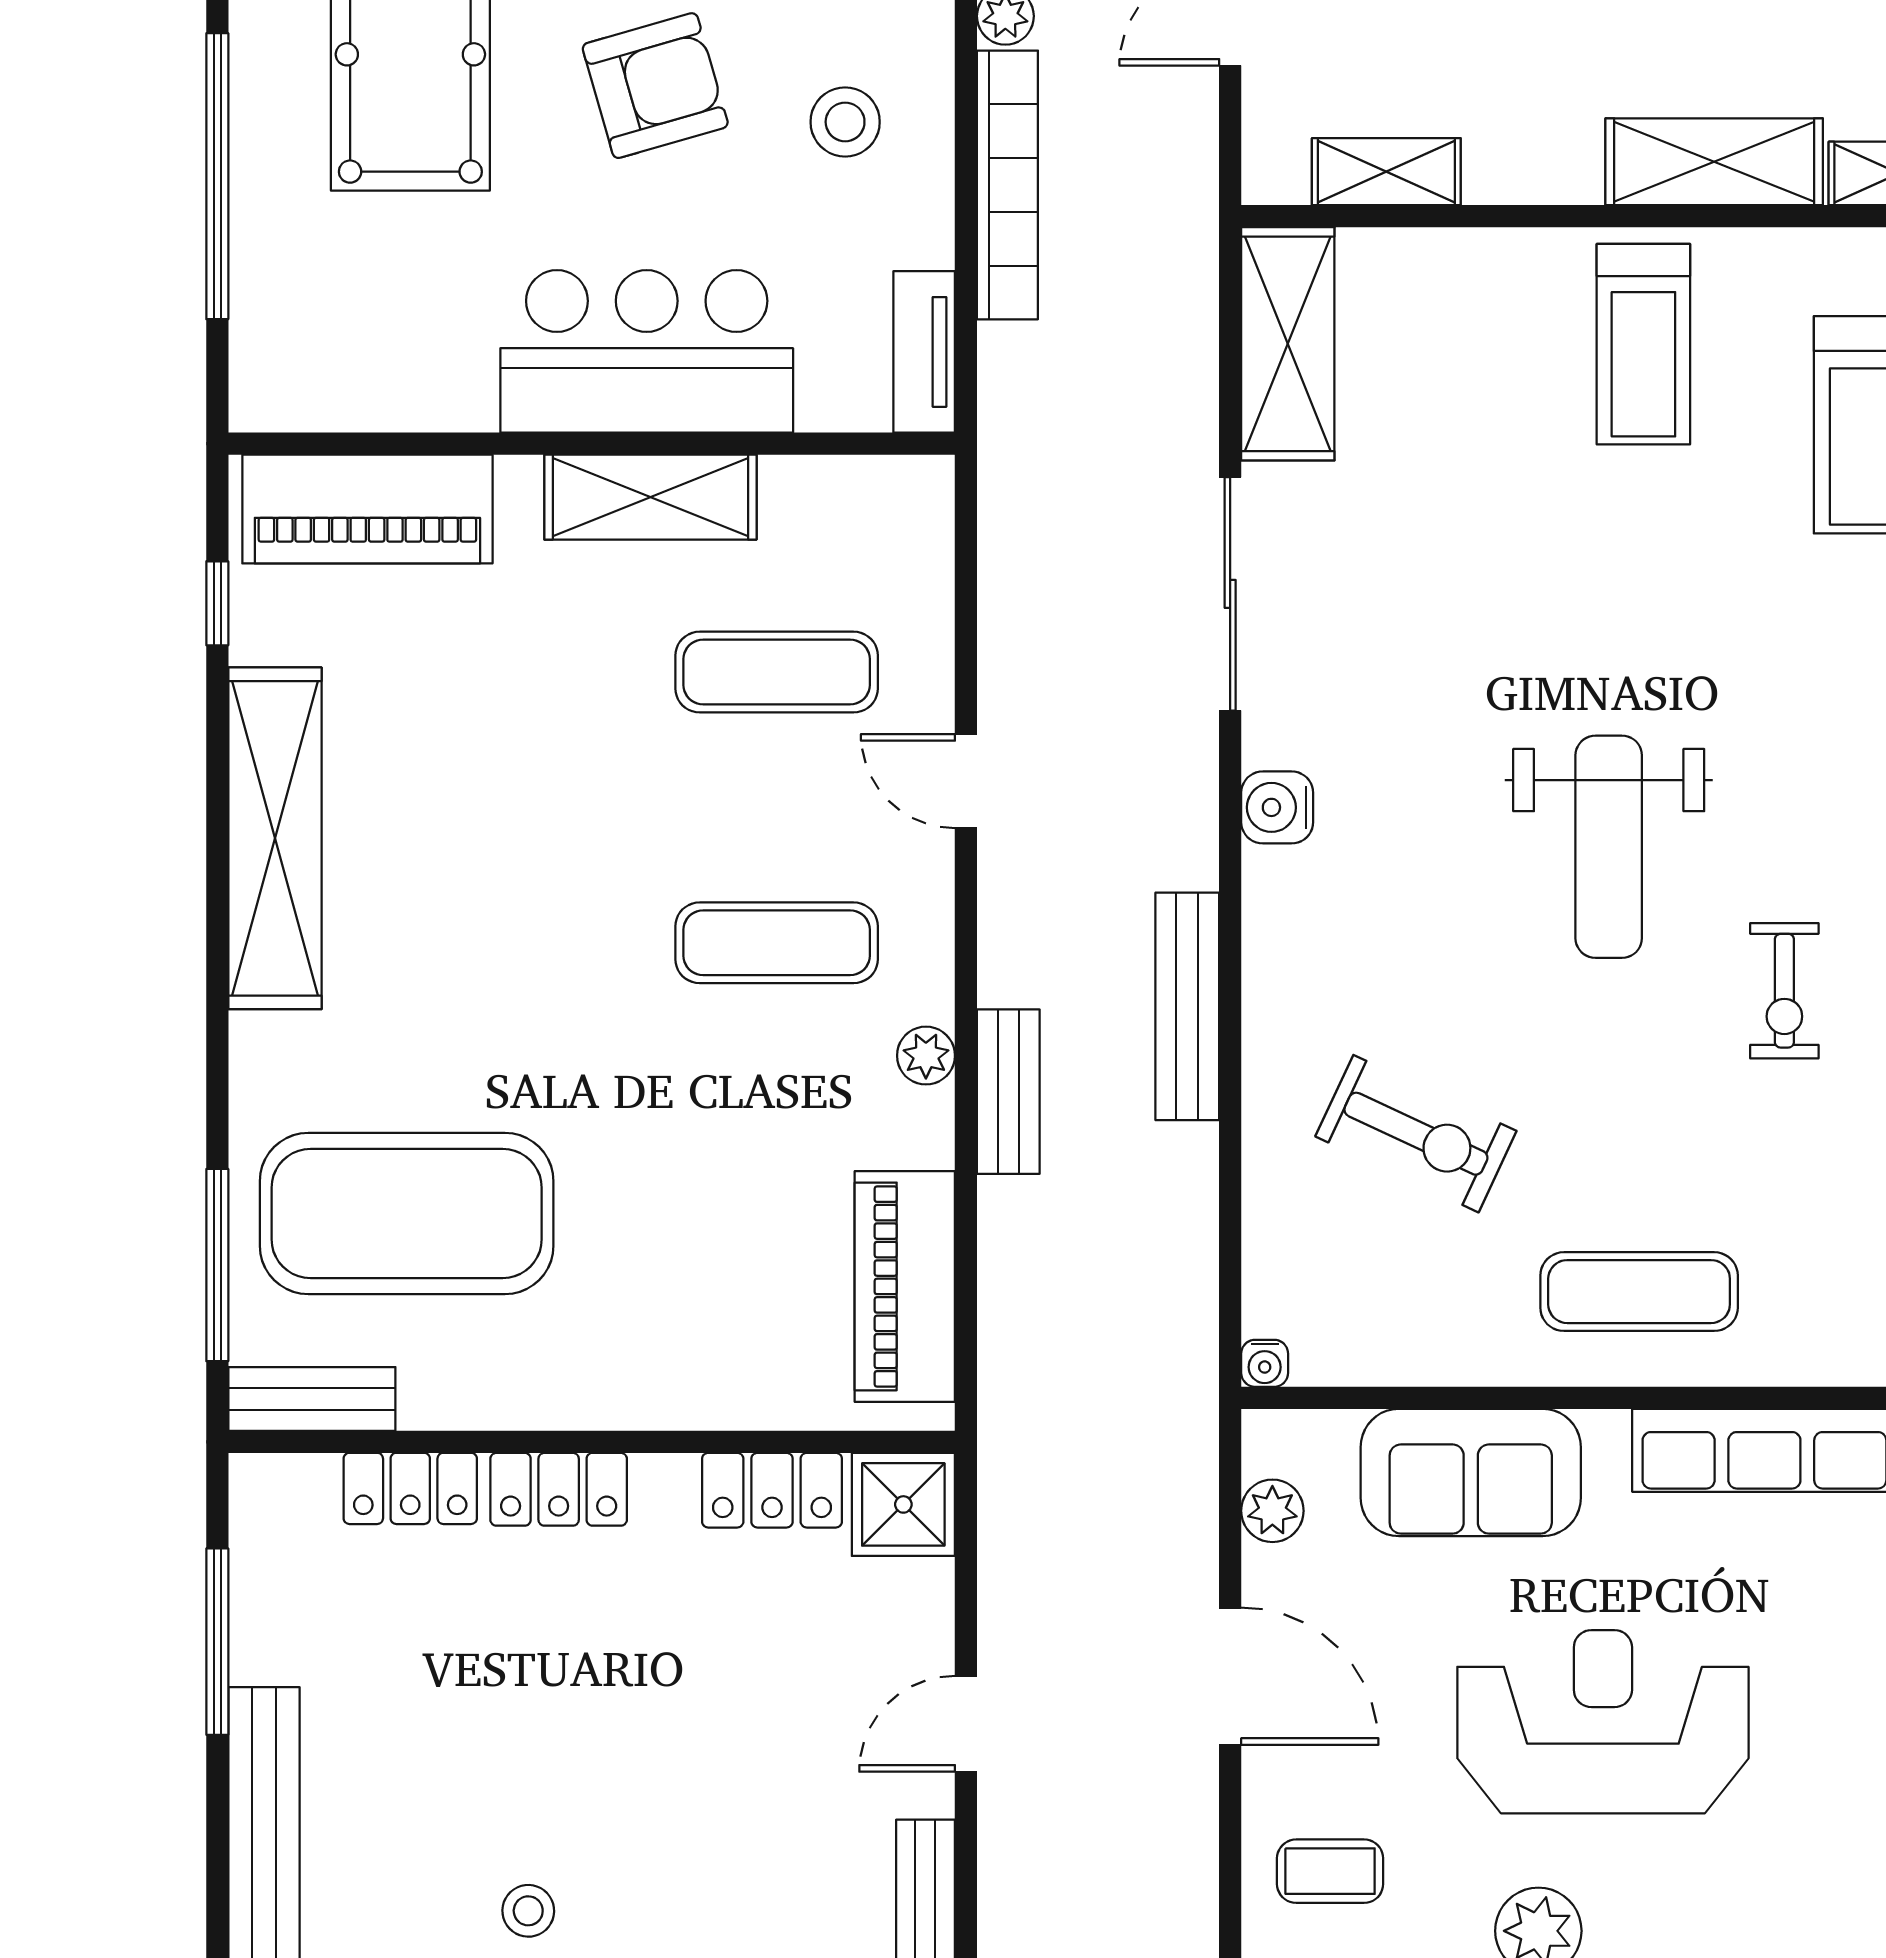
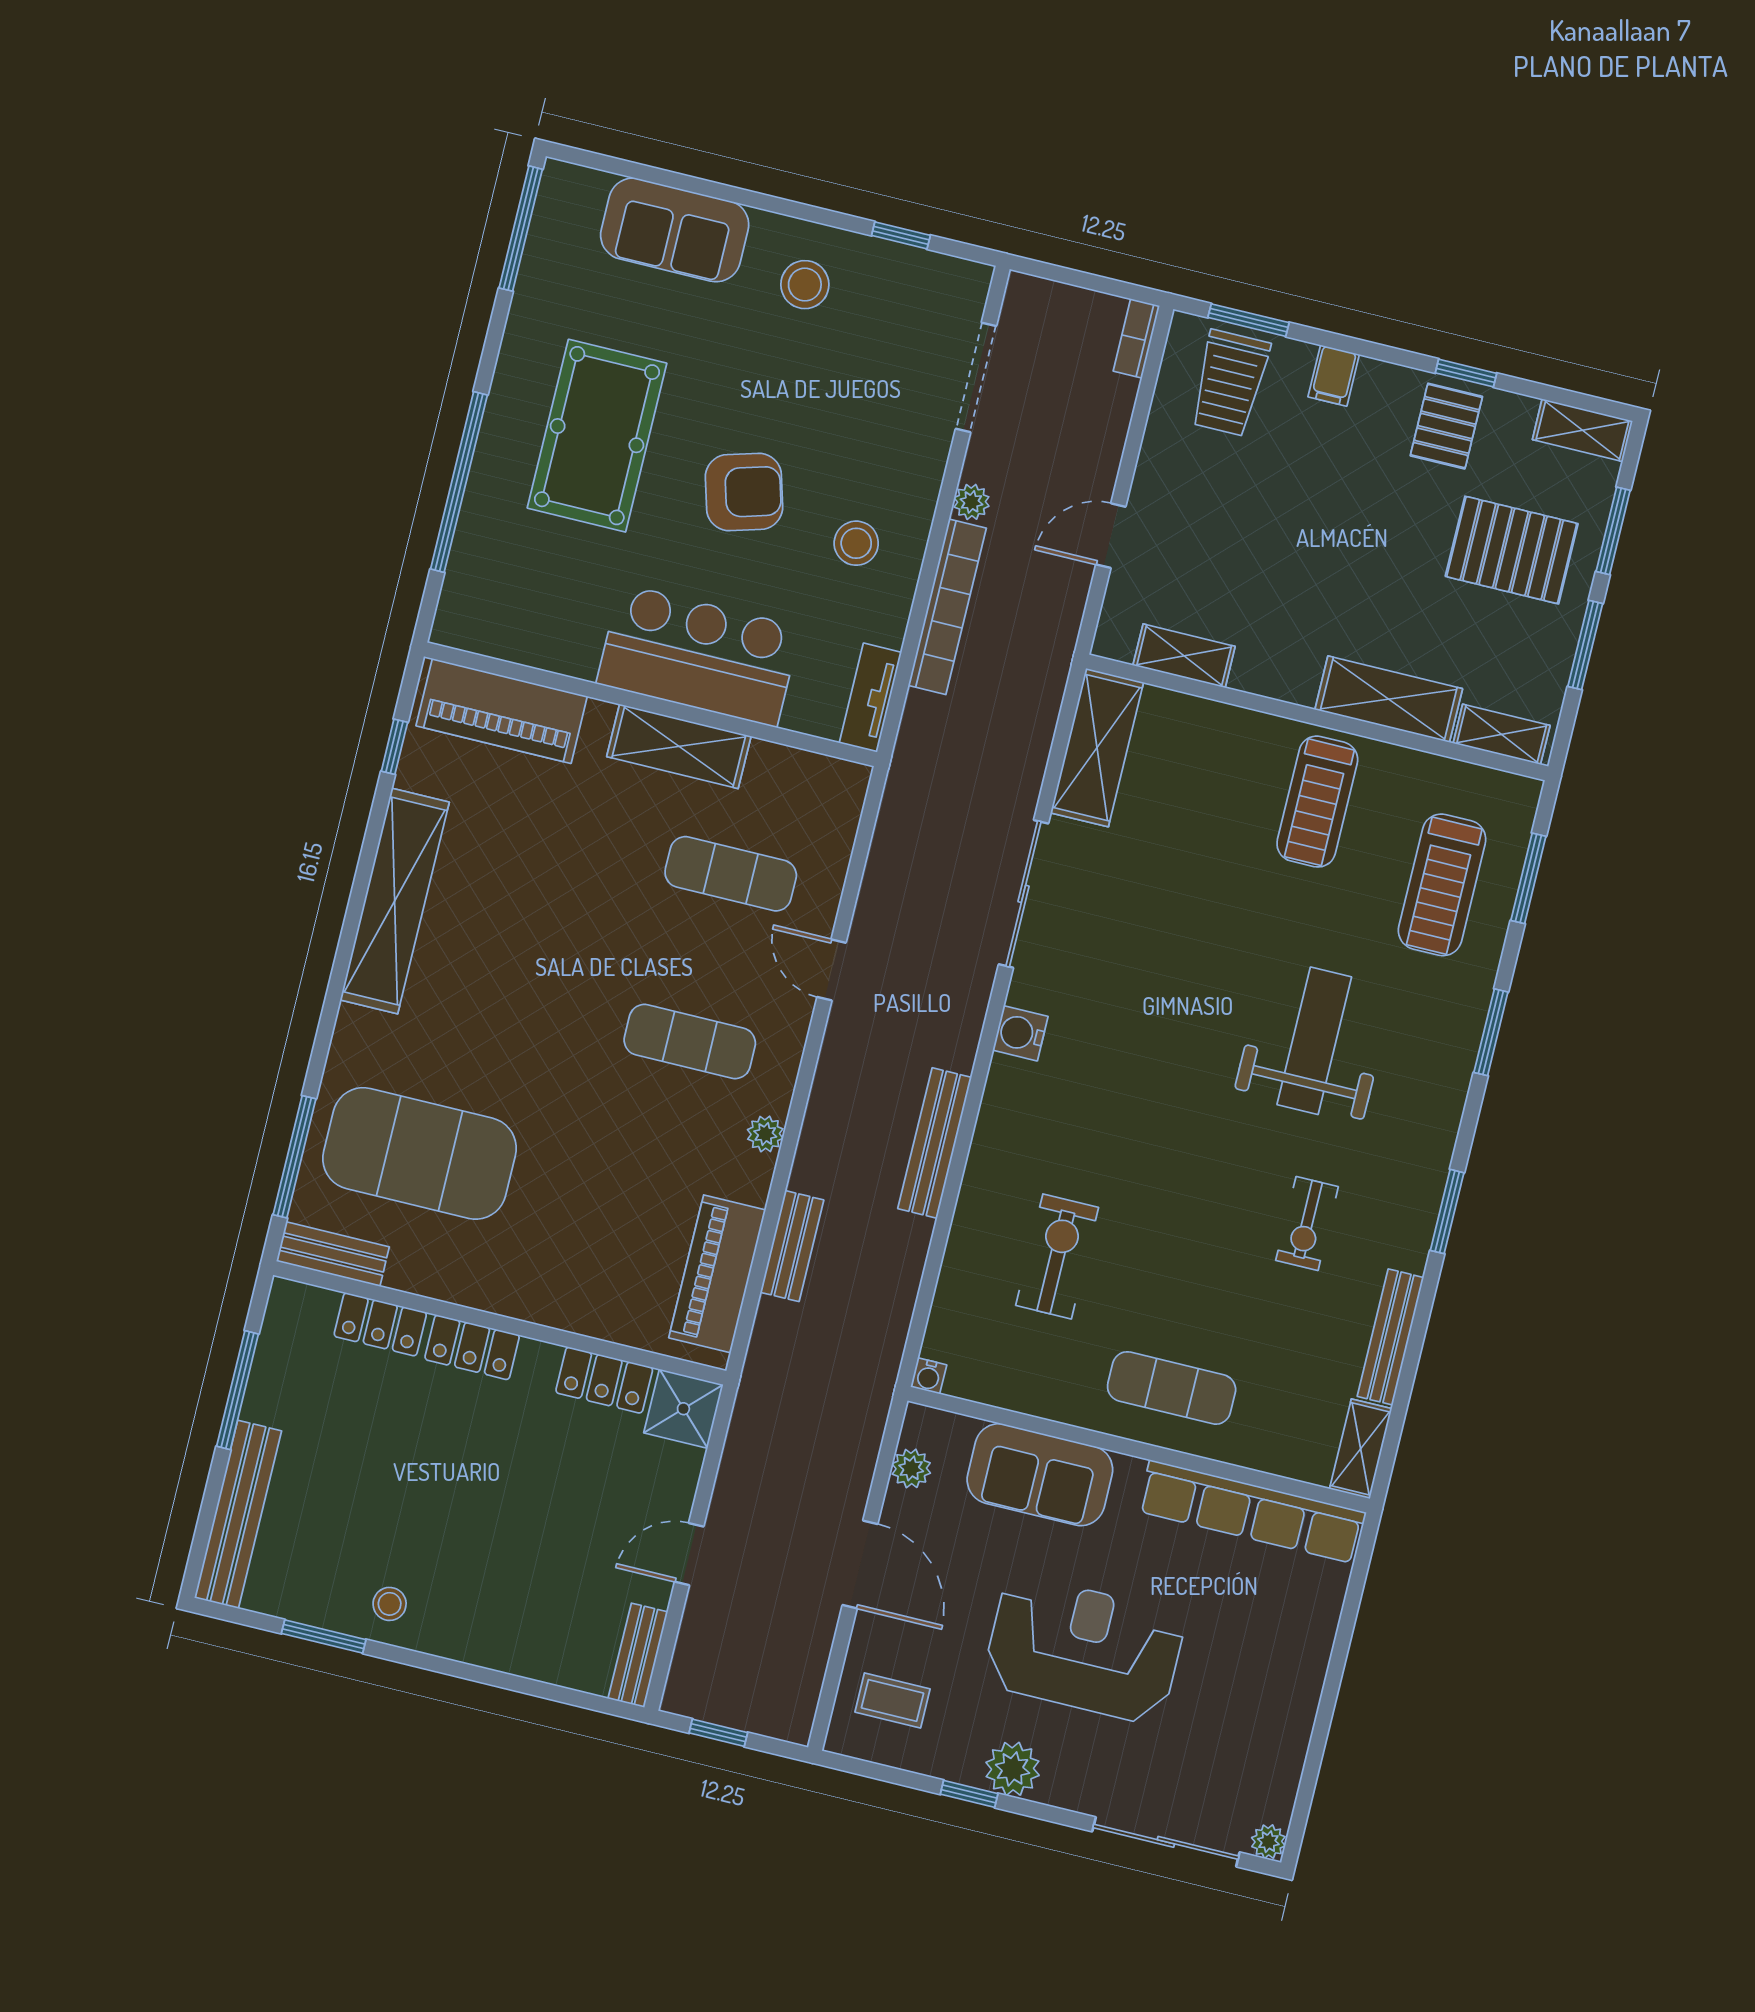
weight bench: (1609, 847) -> (1314, 1041), moved, turned 180
bench: (1008, 1092) -> (792, 1246), moved
exercise bike: (1416, 1134) -> (1057, 1256), turned -115

